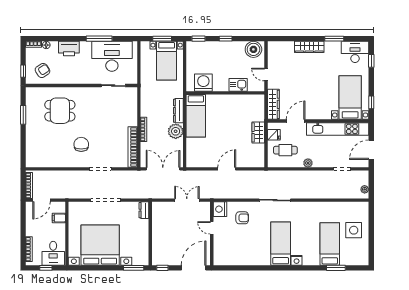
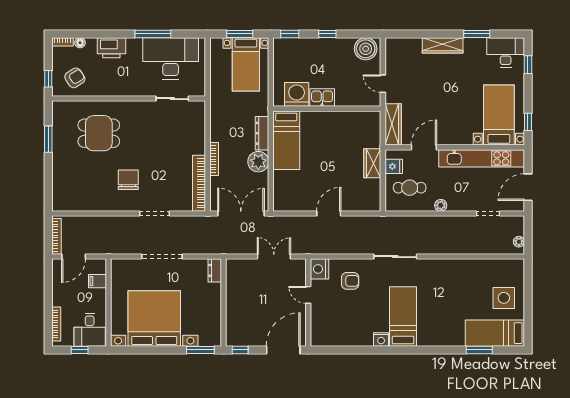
kitchen sink: (238, 85) -> (322, 98), moved
bed: (330, 244) -> (495, 333), moved, turned -90
nightstand: (297, 260) -> (381, 339), moved

